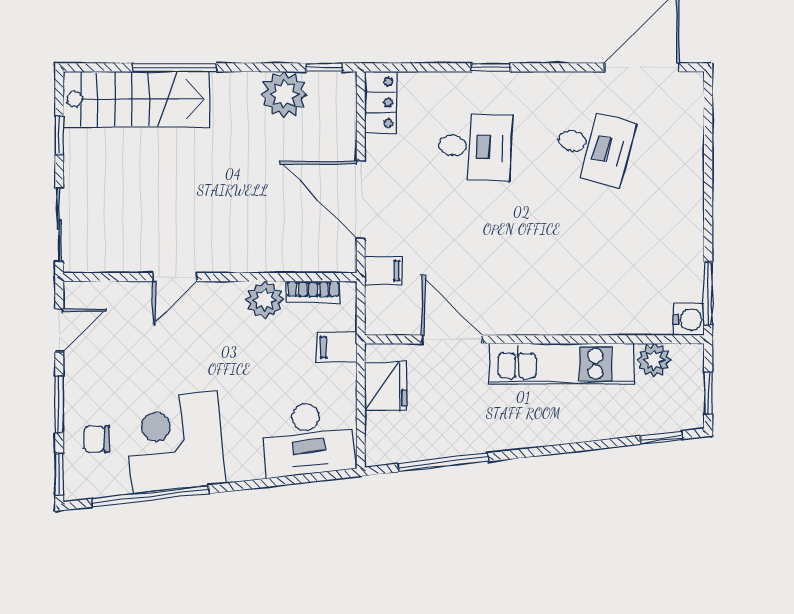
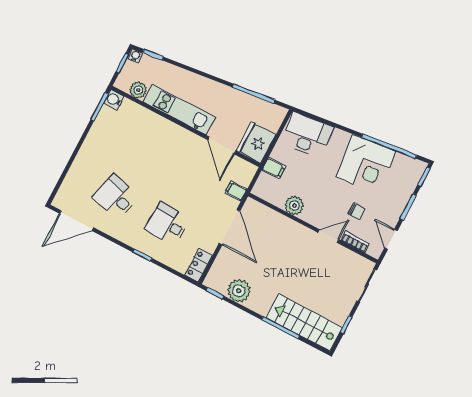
bookcase: (313, 292) -> (355, 242), moved
door: (59, 330) -> (391, 239), hinge flipped
fridge: (386, 386) -> (256, 143), width x1.36, depth x1.34
water cooler: (692, 419) -> (135, 56), added
chair: (97, 439) -> (356, 211), moved

